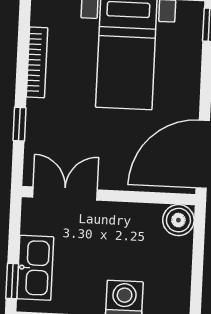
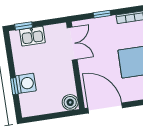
kitchen sink: (35, 268) -> (32, 36), width x0.73

